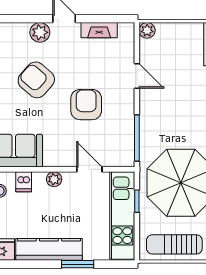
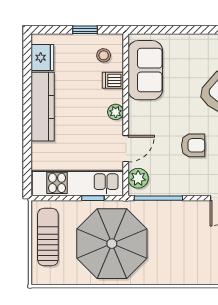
armchair: (86, 105) -> (193, 145), width x0.72, depth x0.72
plant: (118, 158) -> (138, 178), added
window: (78, 264) -> (27, 136), removed

